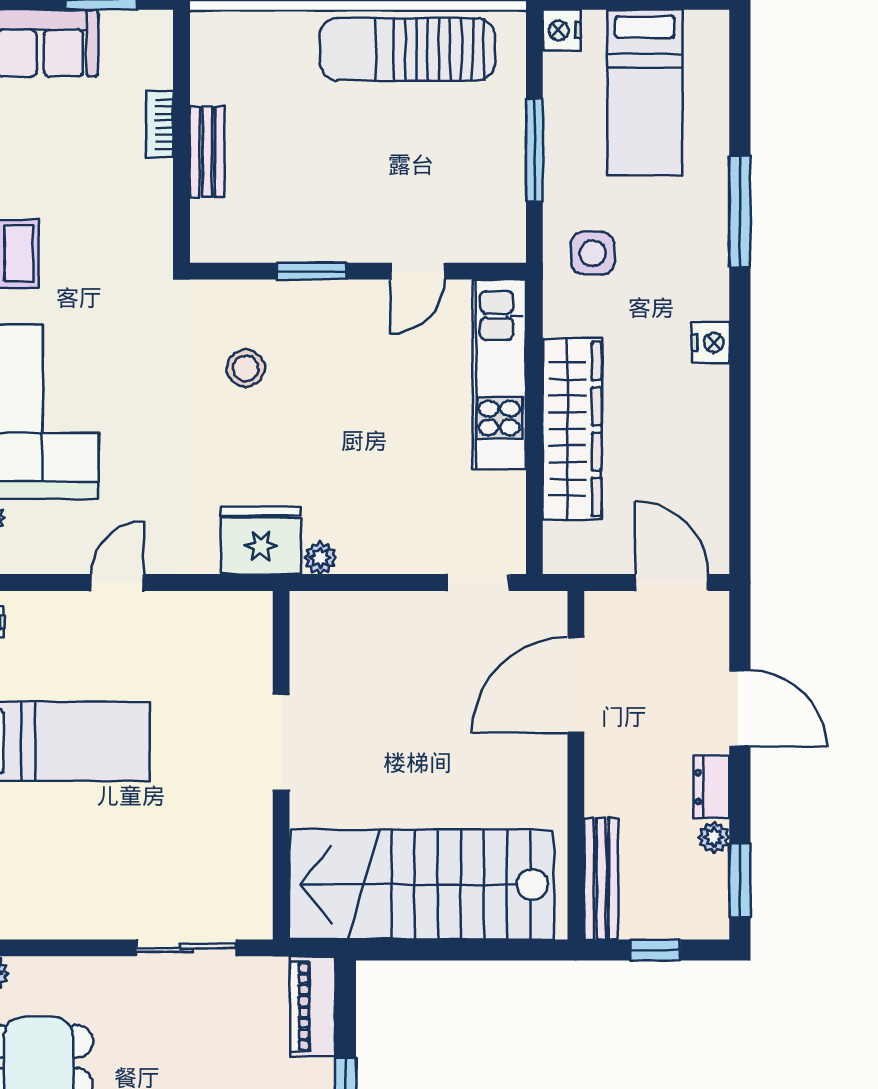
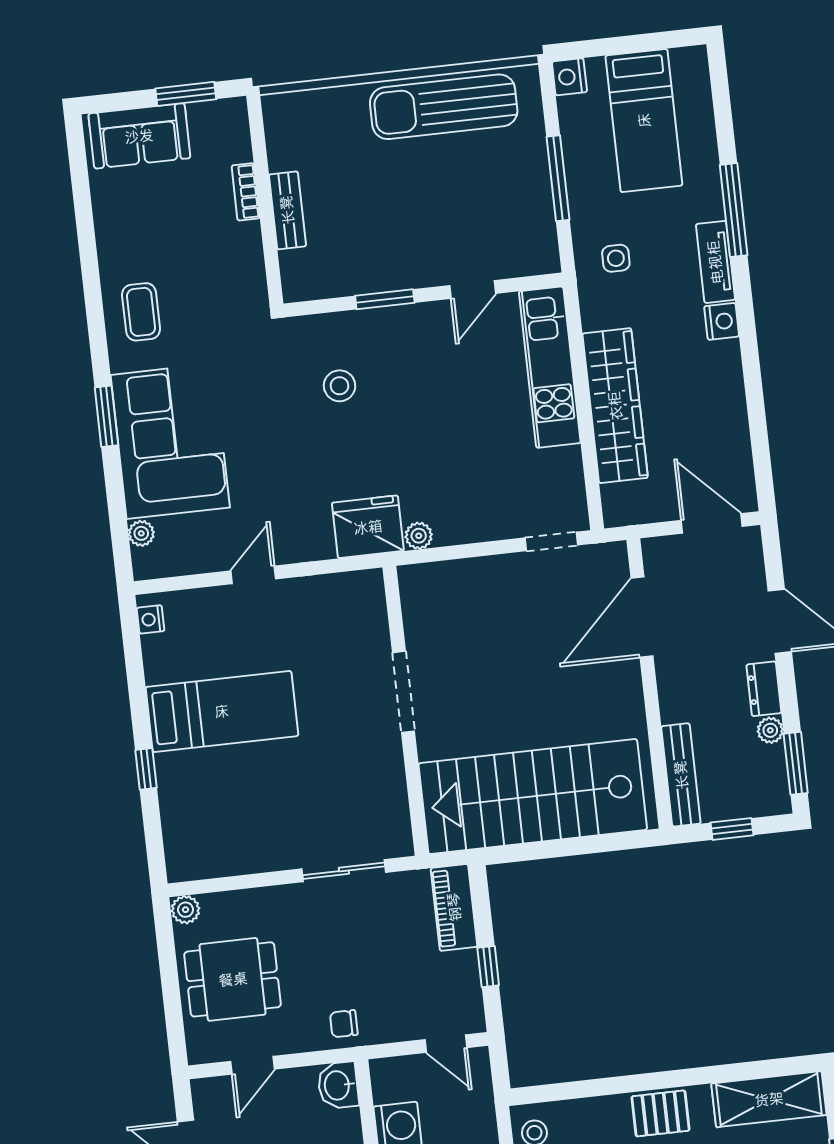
side table: (593, 253) -> (616, 258), width x0.73, depth x0.73
tv unit: (711, 271) -> (715, 262), added

